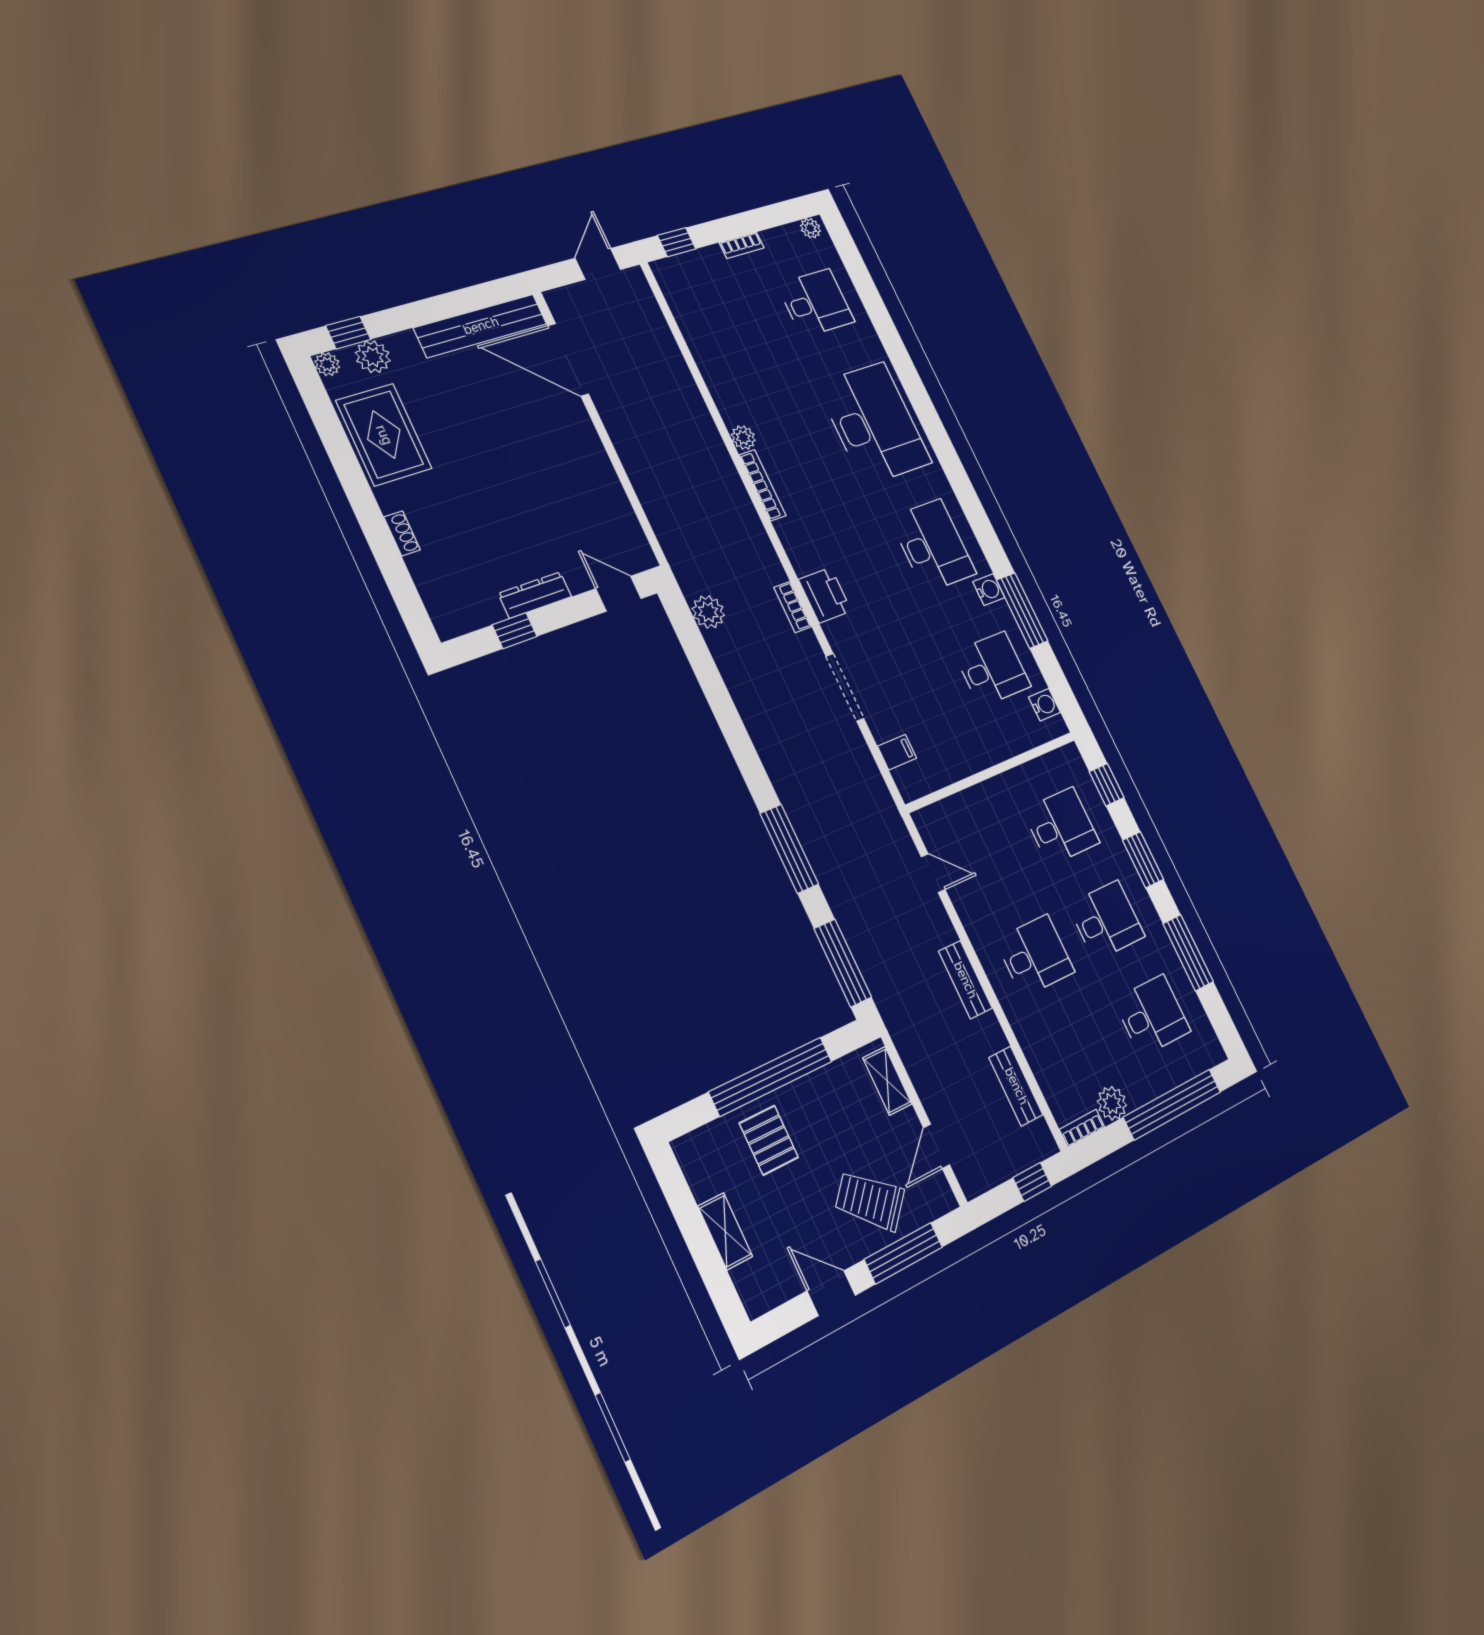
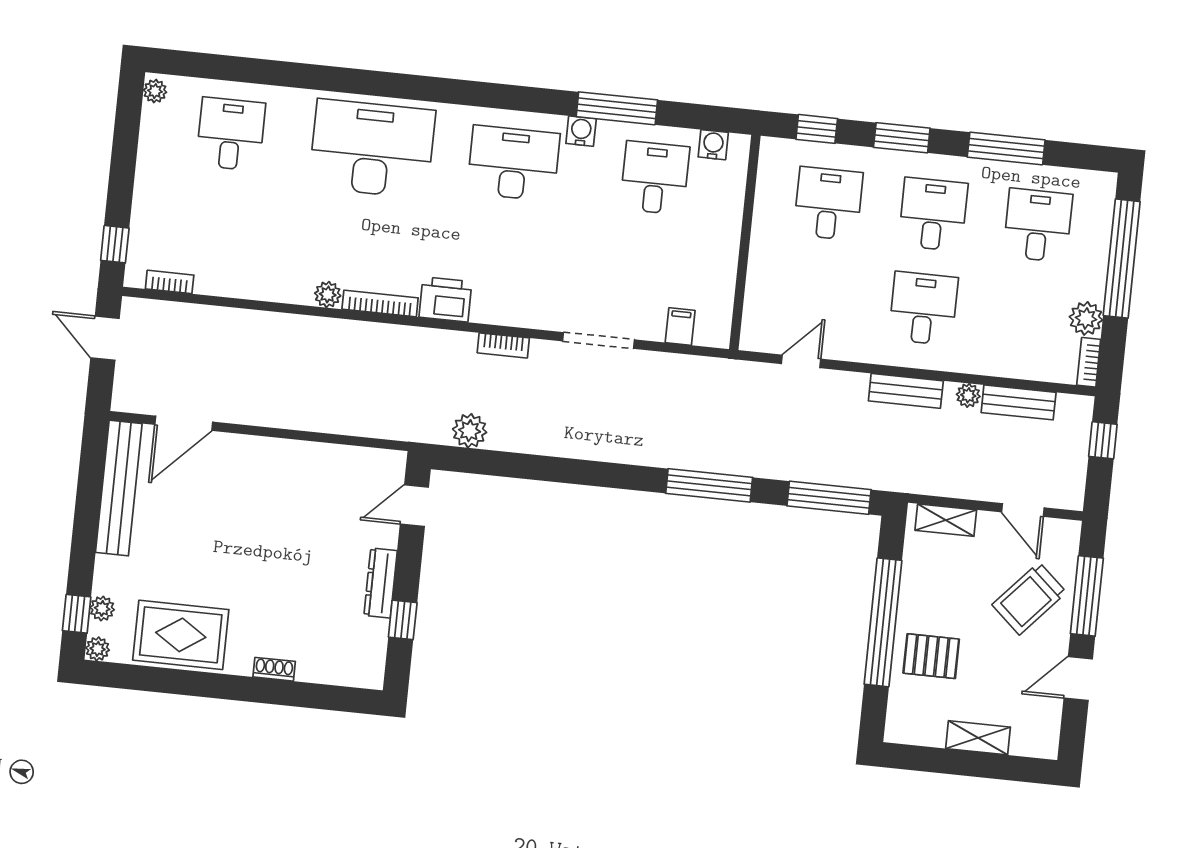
bookcase: (742, 245) -> (170, 282), moved, turned -90
plant: (373, 357) -> (102, 608), width x0.73, depth x0.73
door: (568, 360) -> (184, 423), width x0.73
printer: (825, 595) -> (445, 299), moved
plant: (995, 1038) -> (968, 395), added

